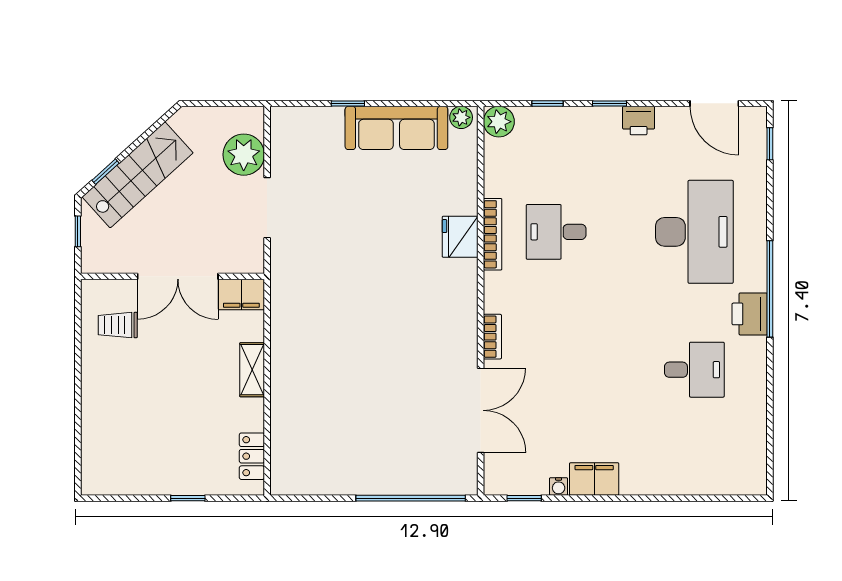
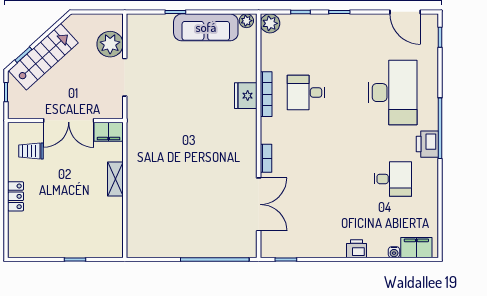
printer: (639, 121) -> (356, 249), moved, turned 180
locker: (252, 456) -> (16, 196), moved, turned 180
filing cabinet: (594, 479) -> (416, 248), moved
water cooler: (559, 486) -> (394, 252), moved

